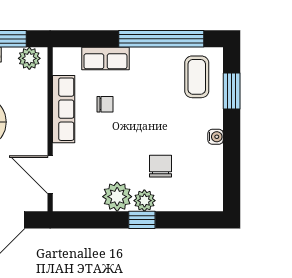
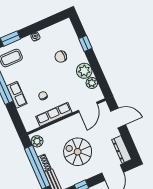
row of seats: (105, 59) -> (17, 95), moved
plant: (144, 201) -> (92, 83), moved
window: (142, 220) -> (85, 44), moved

